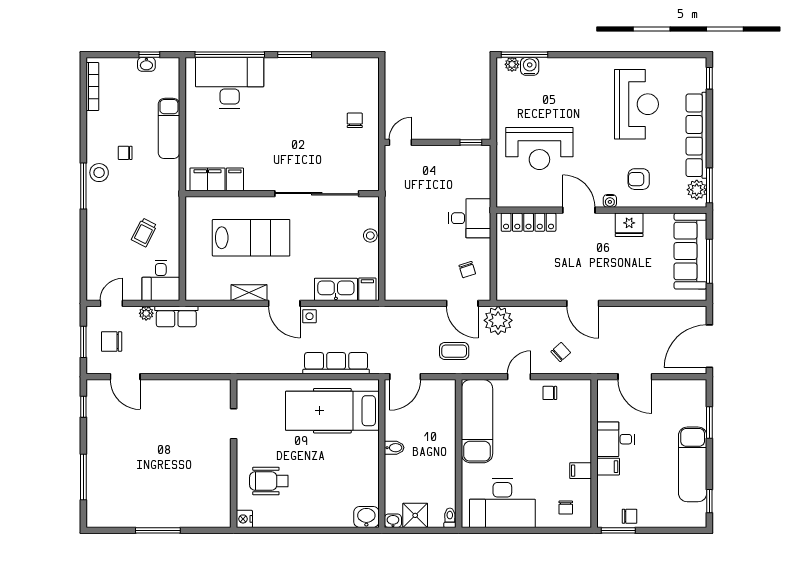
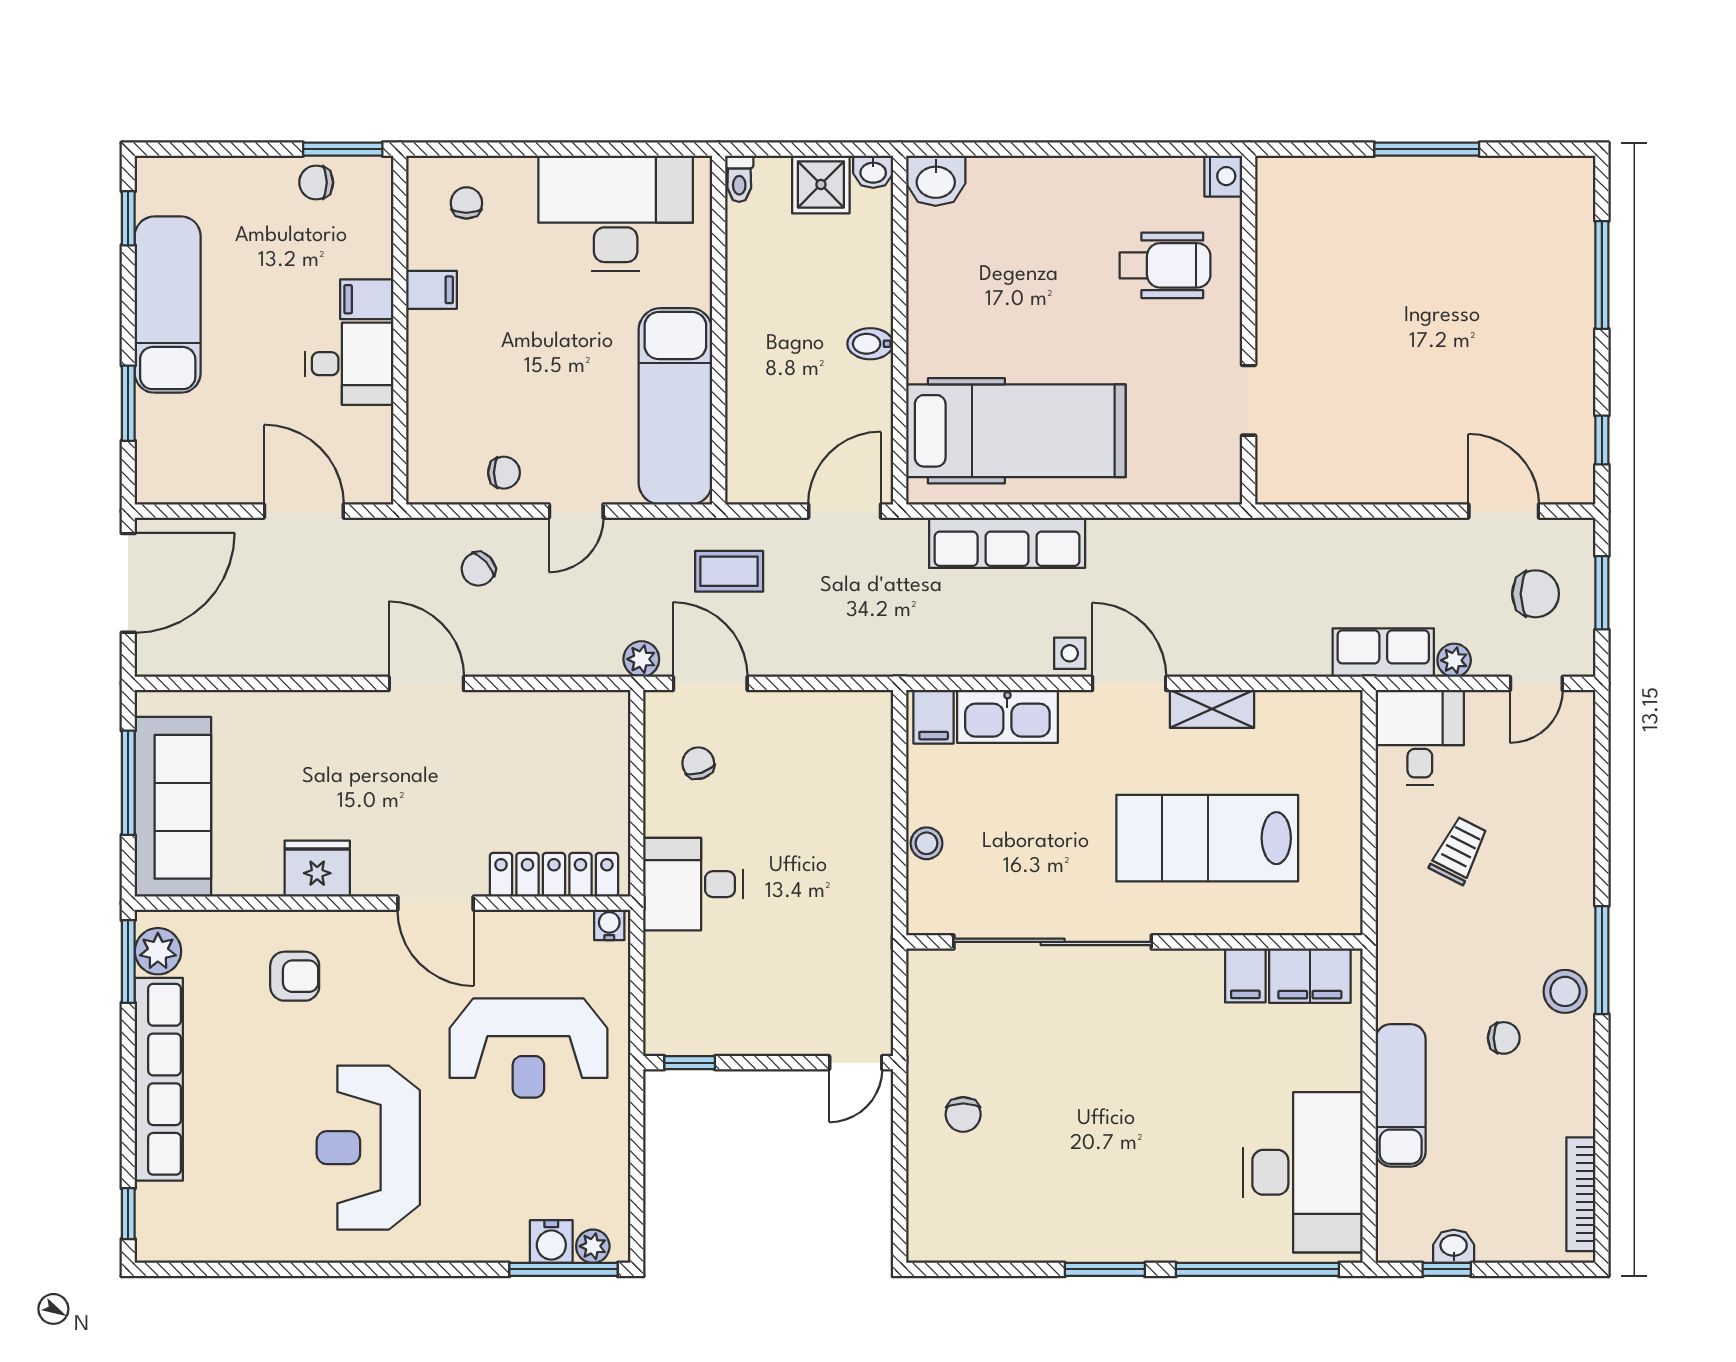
desk: (230, 83) -> (1303, 1172), moved, turned -90
reception desk: (636, 104) -> (368, 1148), moved
reception desk: (539, 149) -> (528, 1048), turned 180
water cooler: (610, 201) -> (609, 925), moved
plant: (498, 320) -> (641, 659), width x0.53, depth x0.53

